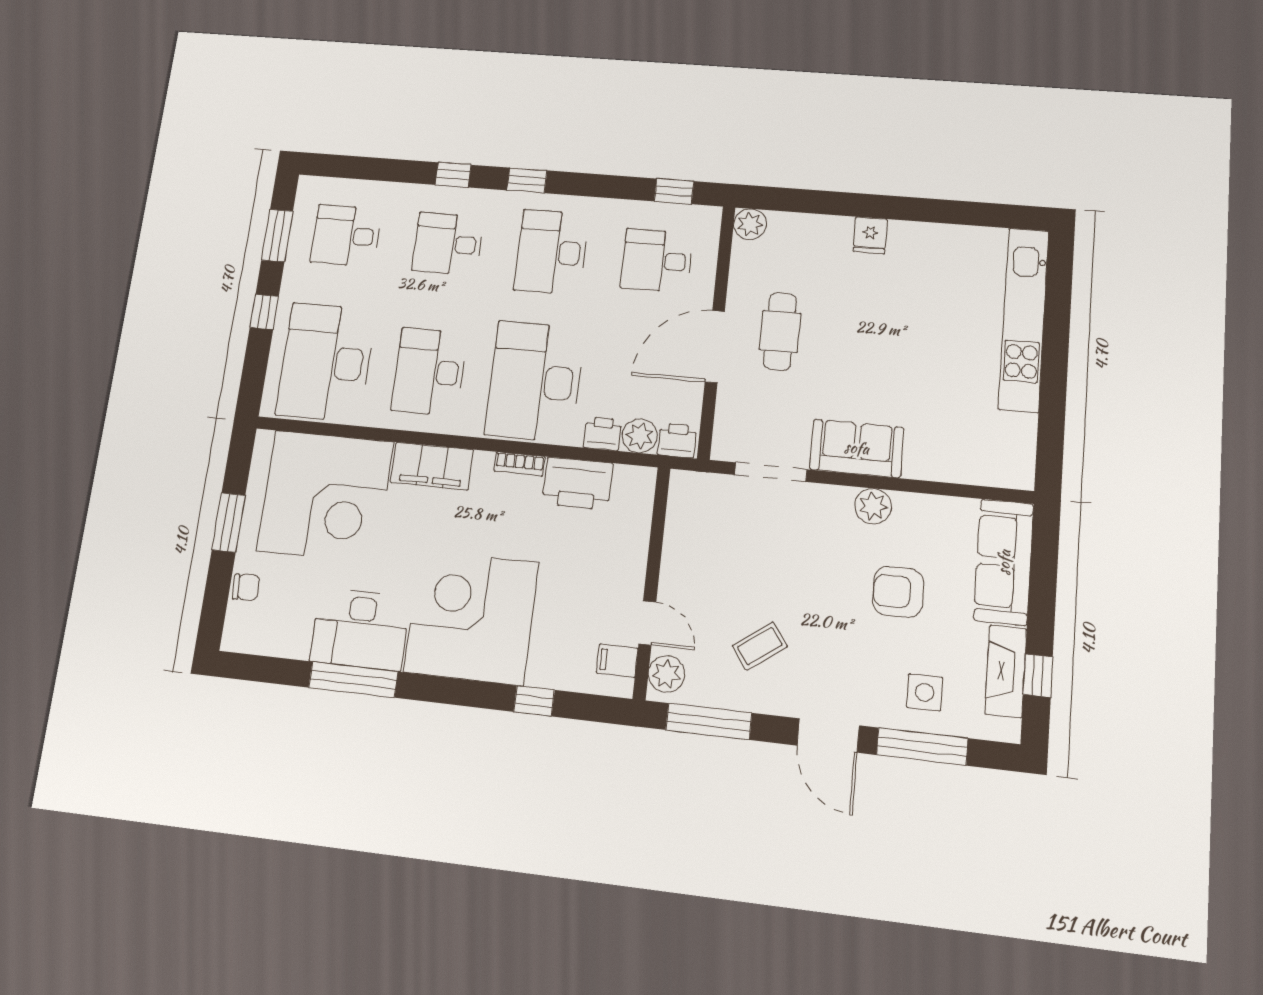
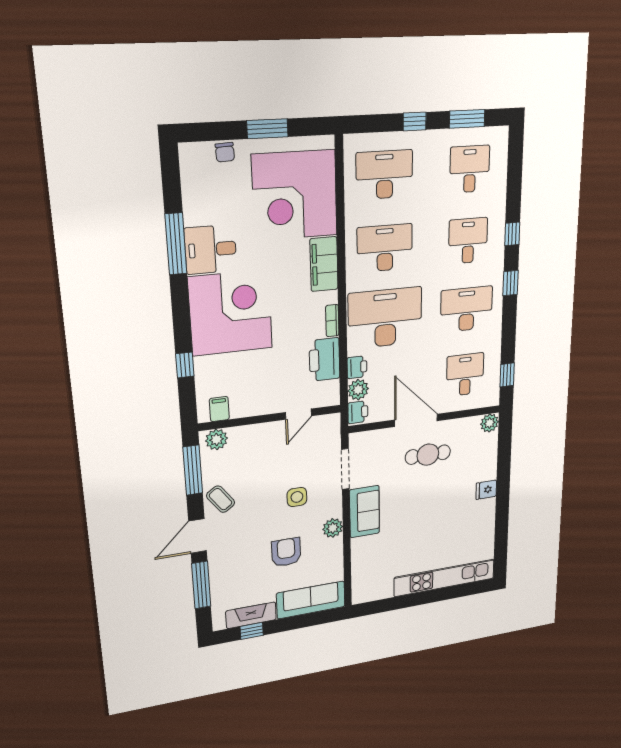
desk: (326, 362) -> (384, 175), width x0.73, depth x0.77
door: (647, 623) -> (298, 414), moved
desk: (360, 629) -> (211, 249), width x0.73
coffee table: (760, 646) -> (221, 499), moved
side table: (925, 692) -> (297, 497), moved

